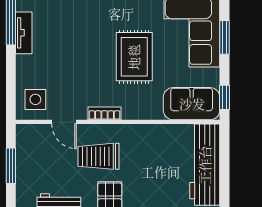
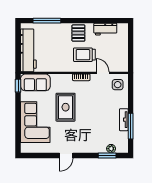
window: (225, 37) -> (18, 117), removed
trolley: (98, 156) -> (84, 55), turned 180
window: (11, 166) -> (131, 50), removed

